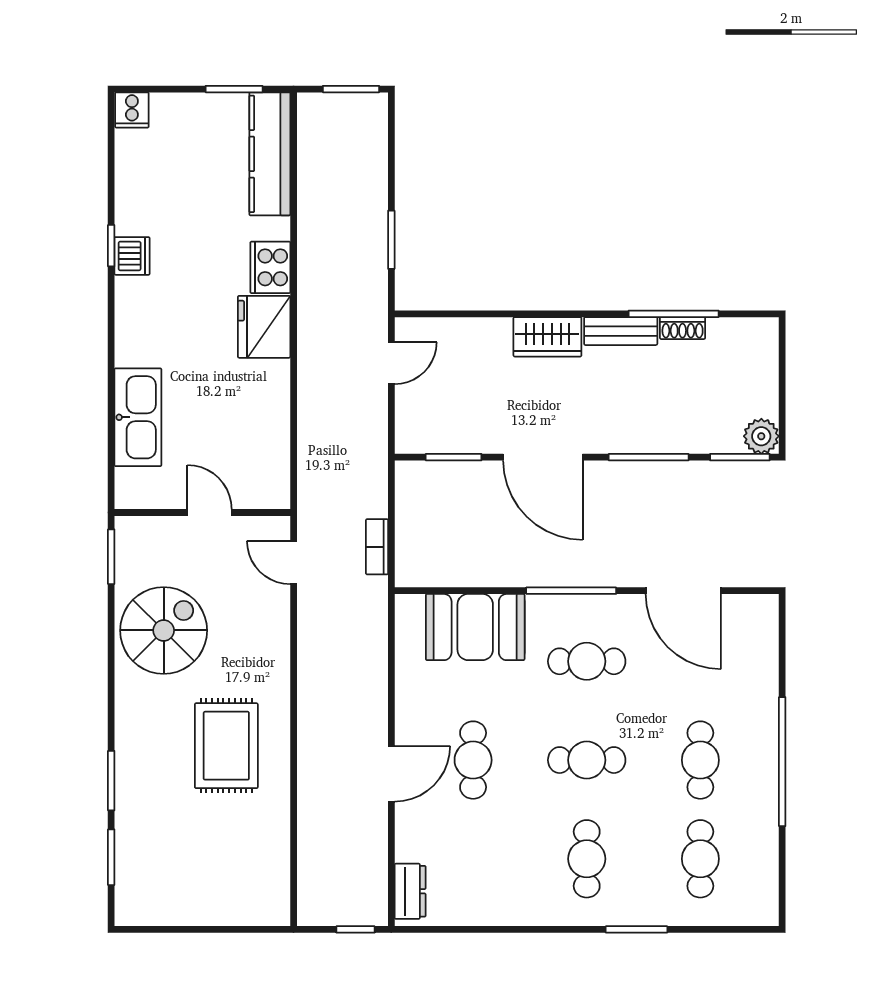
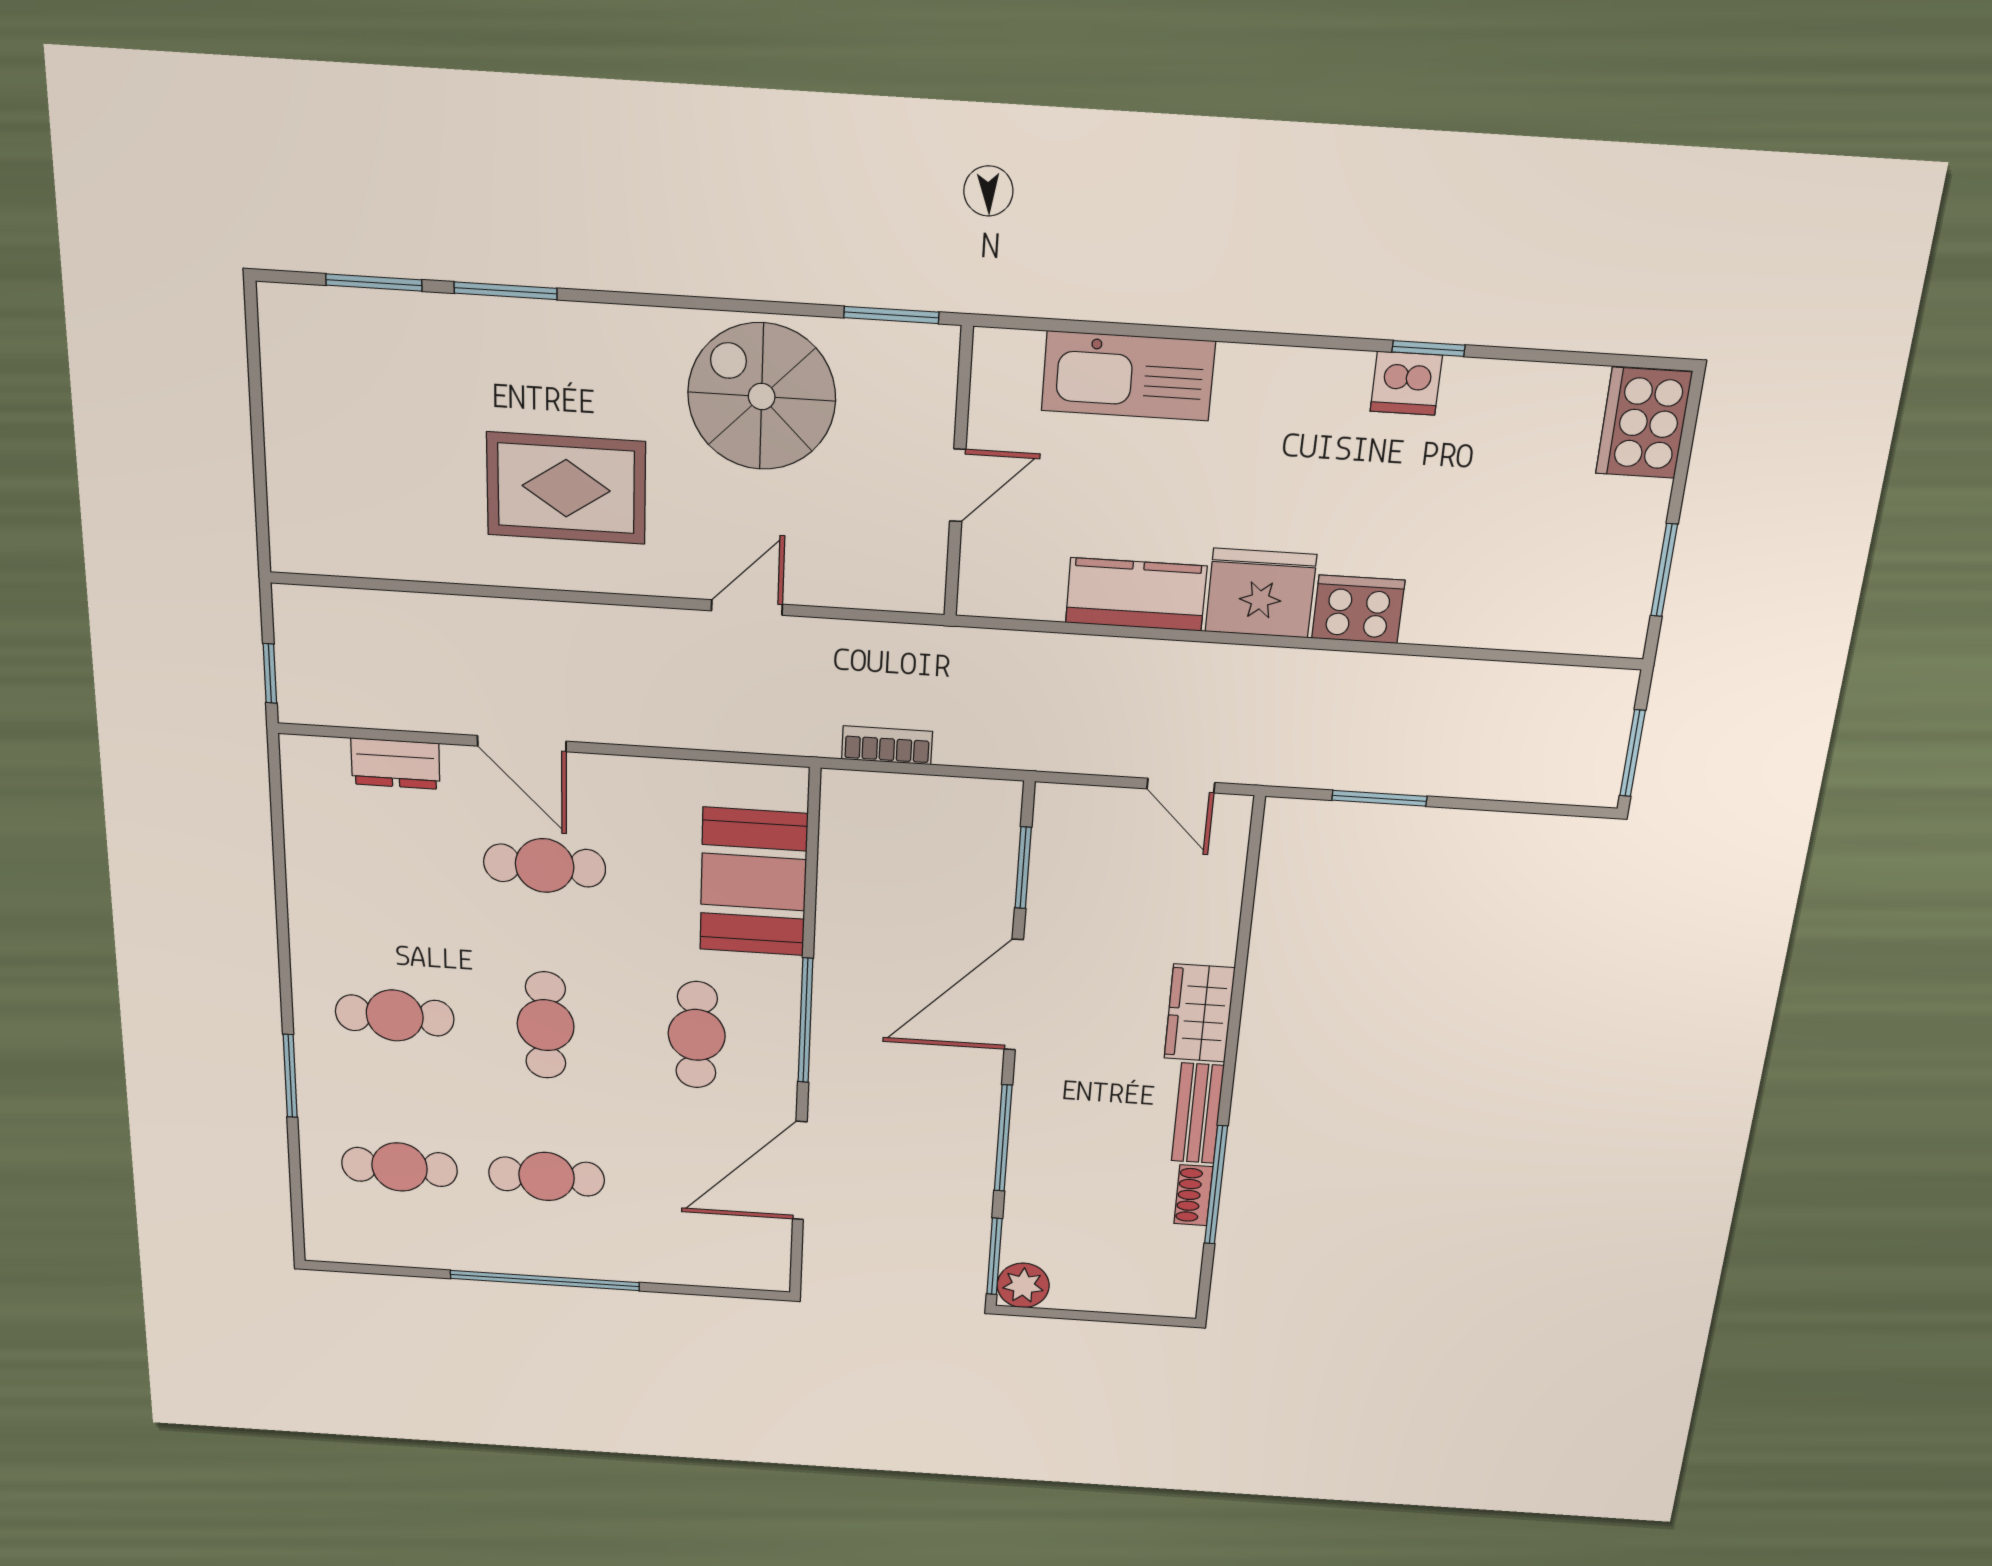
cooker: (132, 110) -> (1644, 423), width x1.87, depth x1.31
kitchen counter: (270, 154) -> (1136, 594), moved, width x0.67
door: (294, 563) -> (747, 608), moved
spiral stairs: (164, 630) -> (762, 397), turned 180
dresser: (410, 891) -> (395, 764), moved

